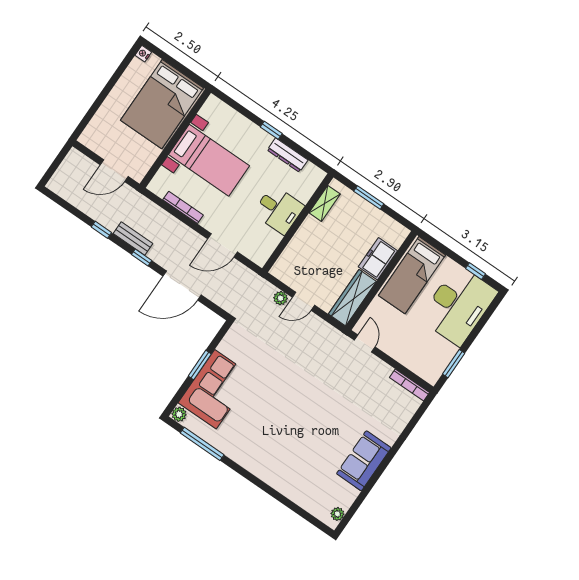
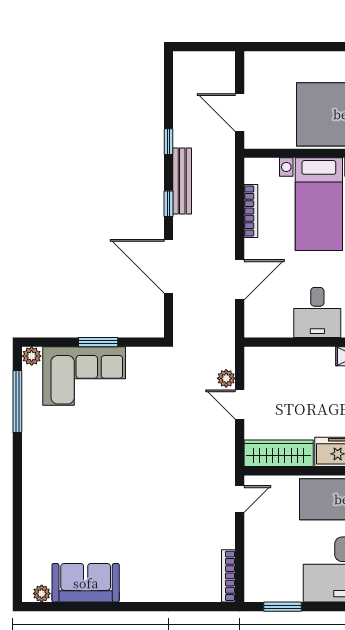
bench: (133, 238) -> (182, 181), width x1.36
door: (223, 245) -> (240, 280), swing flipped
sofa: (364, 461) -> (86, 583), moved

